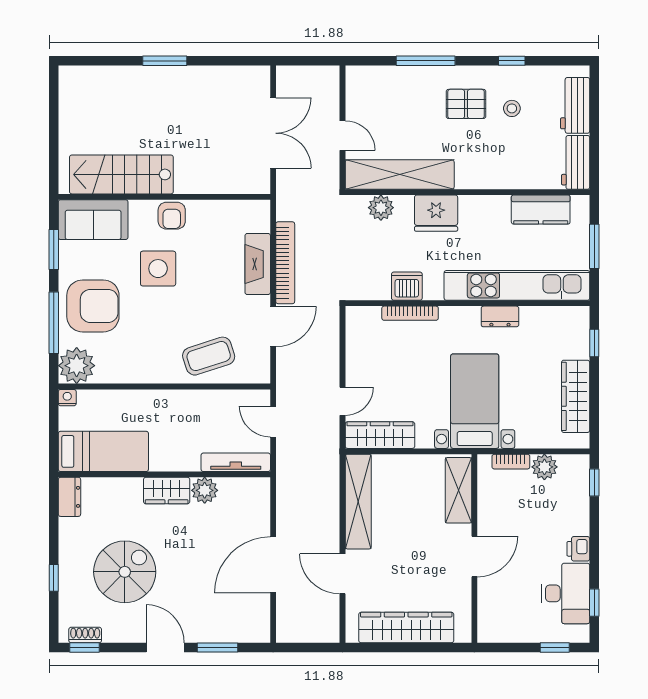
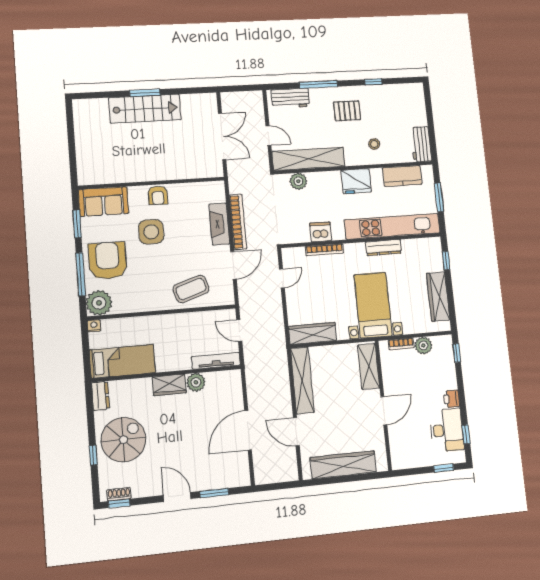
workbench: (575, 105) -> (290, 98), moved, turned -90
stool: (512, 108) -> (374, 144), moved
stairs: (121, 174) -> (145, 109), moved, turned 180
fridge: (436, 213) -> (356, 181), moved
armchair: (93, 306) -> (108, 261), turned -90
dresser: (500, 316) -> (384, 248), width x1.44
door: (342, 401) -> (282, 278), moved
spiral stairs: (125, 572) -> (123, 440), moved

